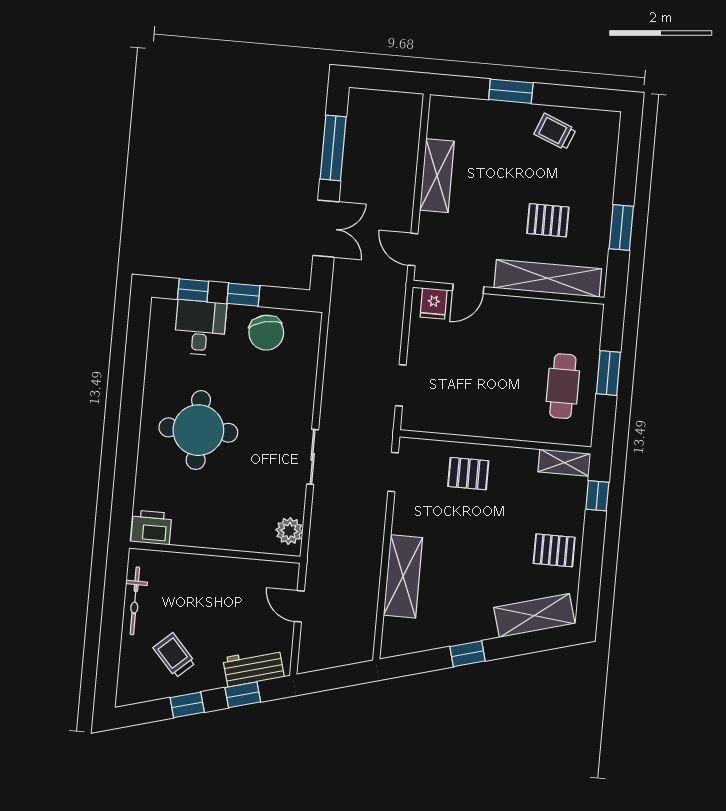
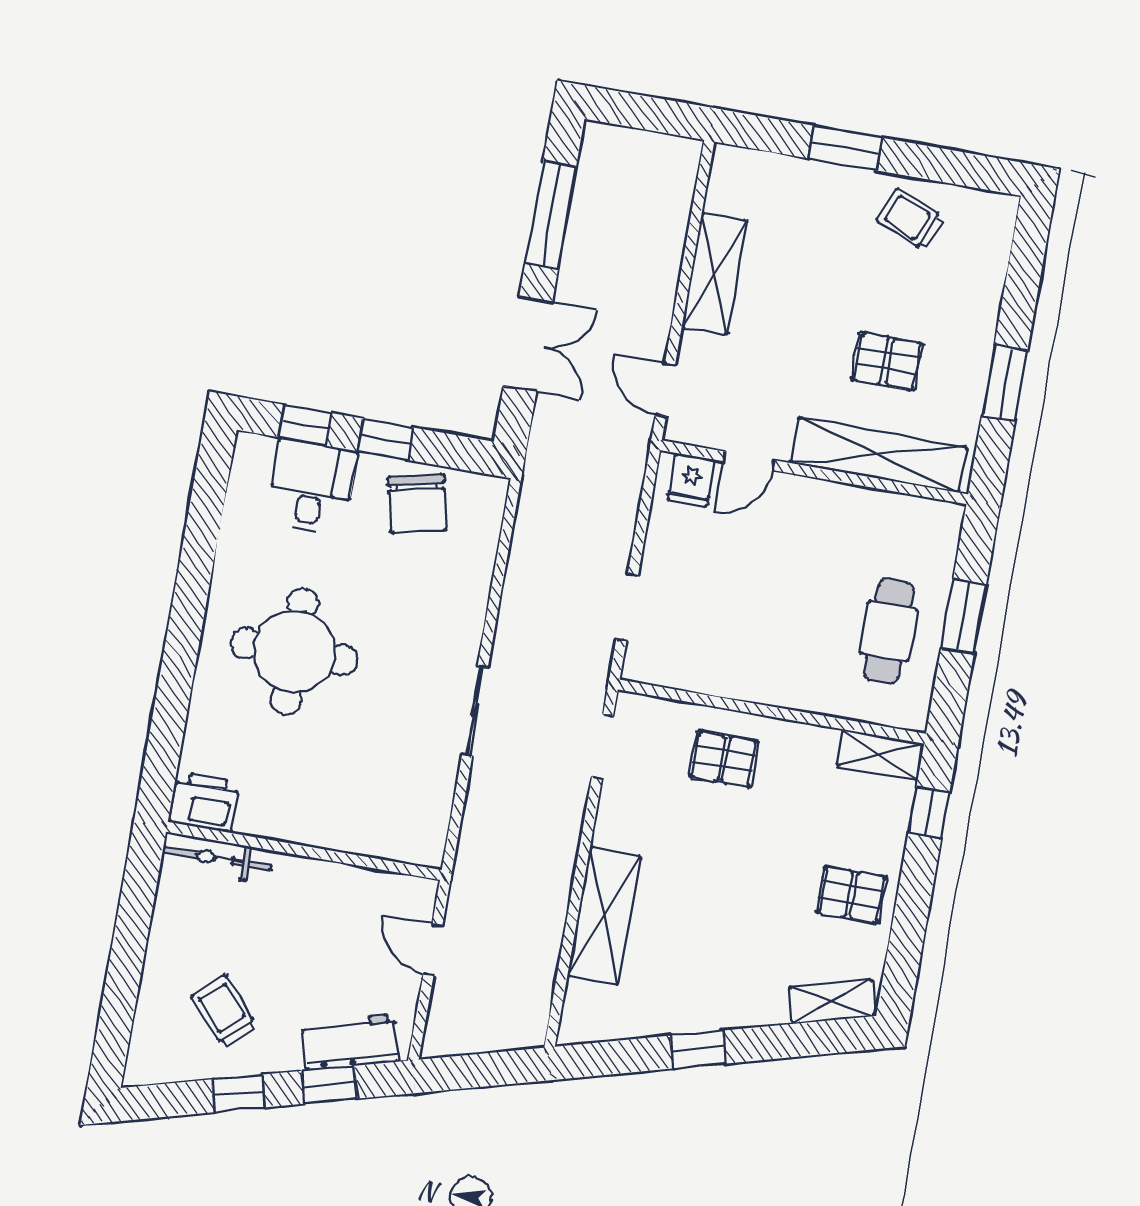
plant: (289, 531) -> (427, 827), removed
bicycle: (135, 601) -> (217, 858), moved, turned 90
shelving: (534, 616) -> (832, 1001), width x0.67, depth x0.75

